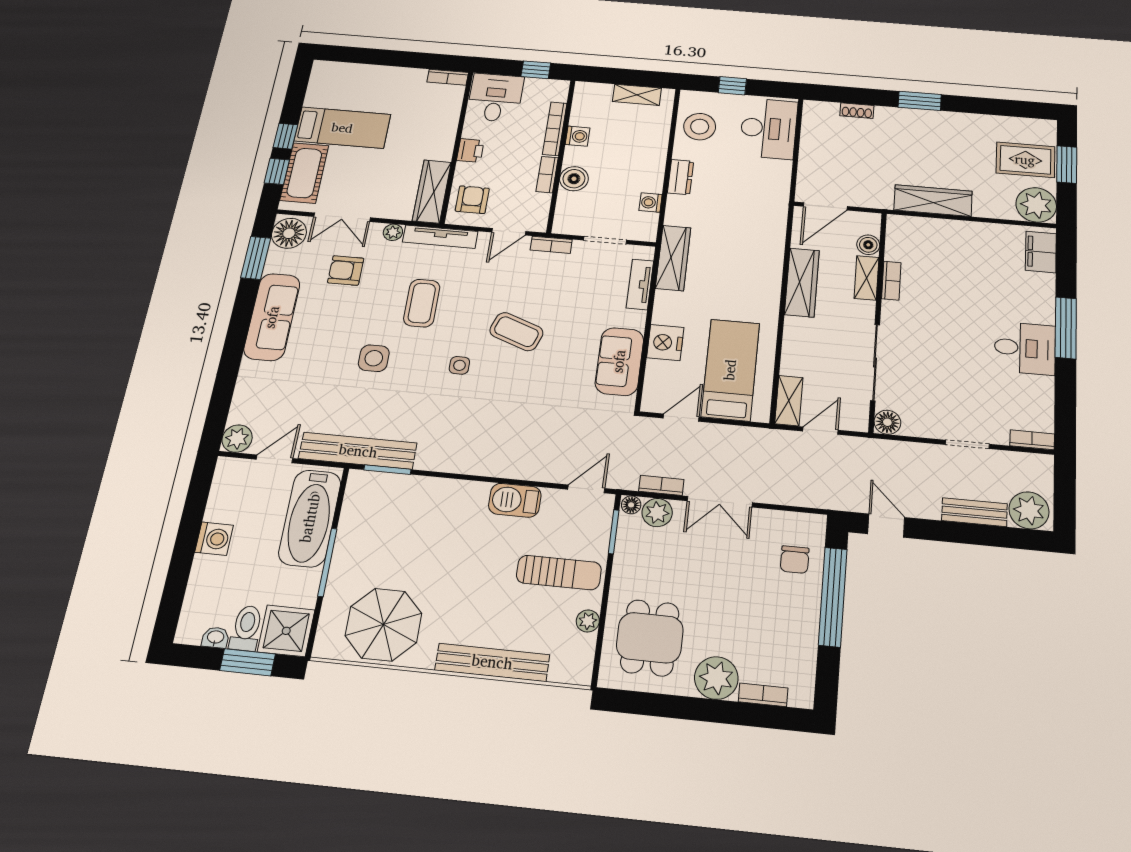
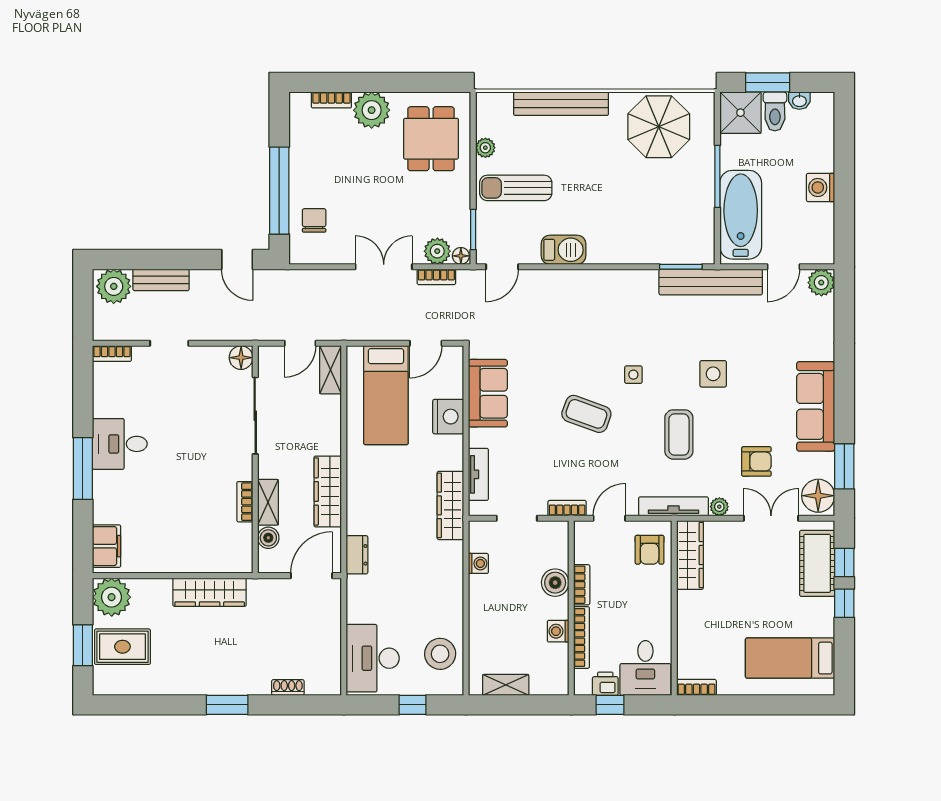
bed: (342, 128) -> (790, 658), moved
printer: (470, 150) -> (605, 684), moved, turned 90
dresser: (680, 177) -> (357, 555), moved, turned 180

